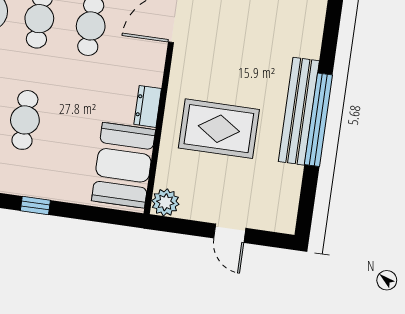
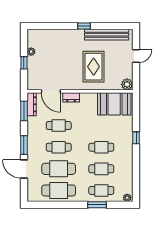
dresser: (148, 106) -> (71, 97), moved
bench: (299, 111) -> (107, 35), moved
window: (318, 120) -> (84, 26), width x0.32

